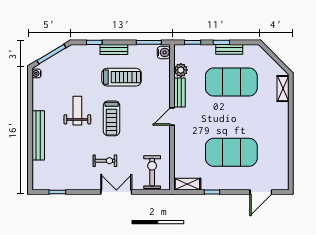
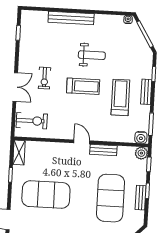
plant: (181, 70) -> (141, 153), moved
treadmill: (122, 77) -> (120, 97), turned 180
treadmill: (112, 118) -> (83, 86), turned 180
exercise mat: (231, 152) -> (46, 195), turned 90

